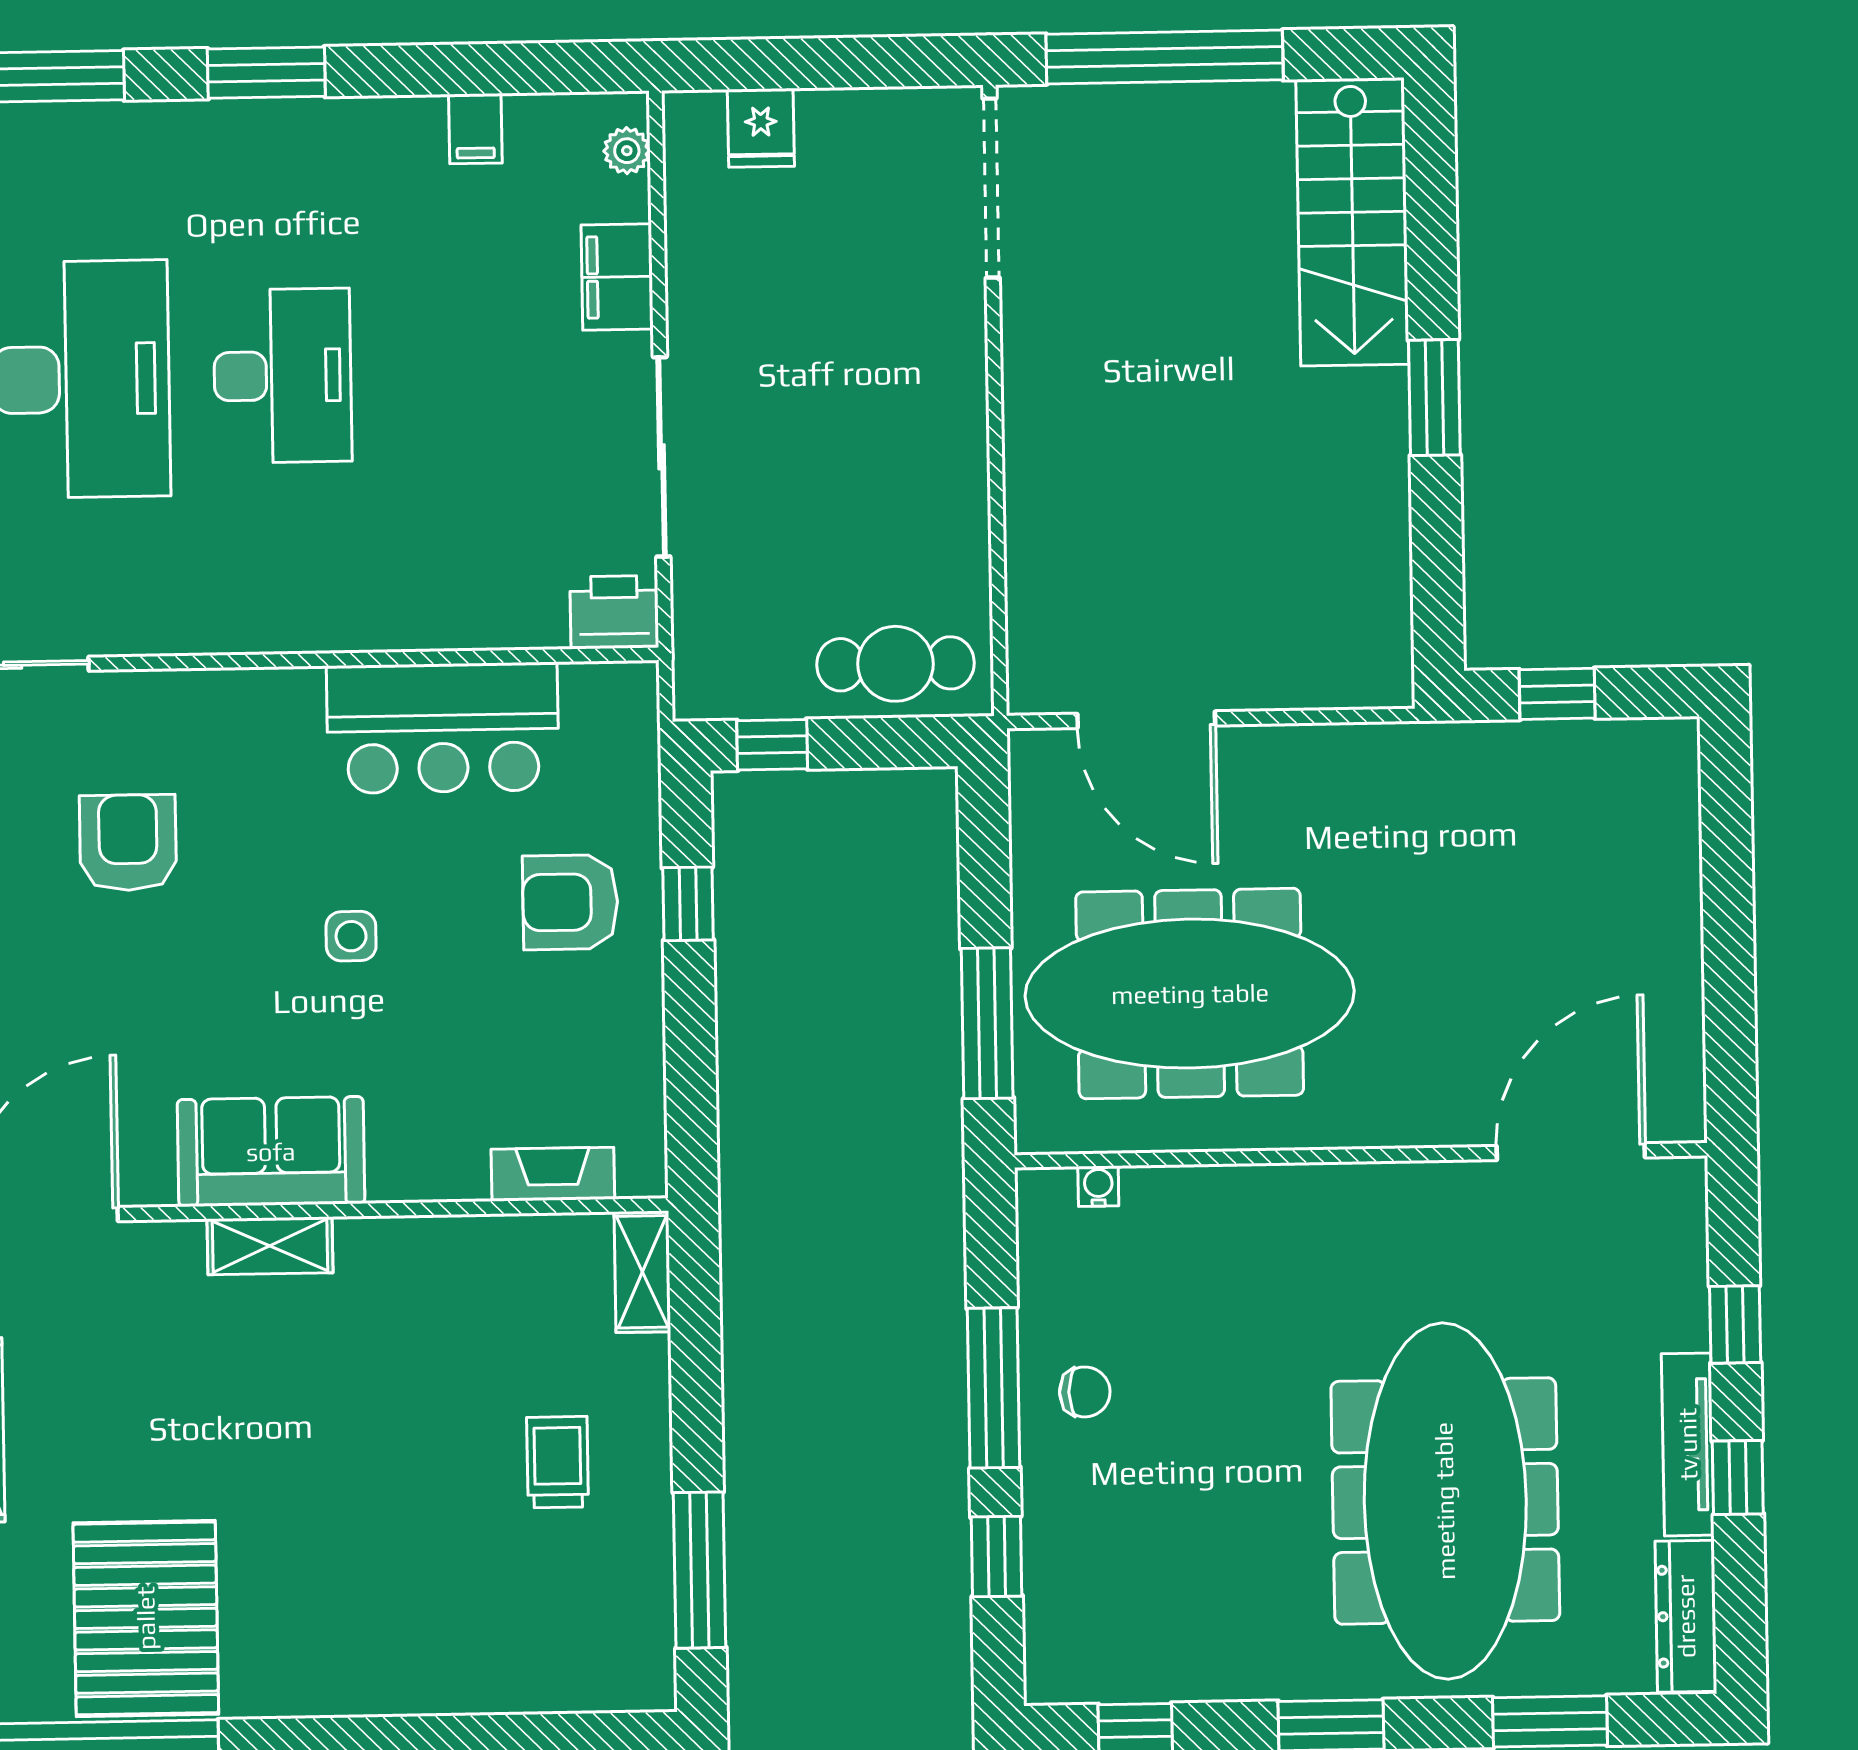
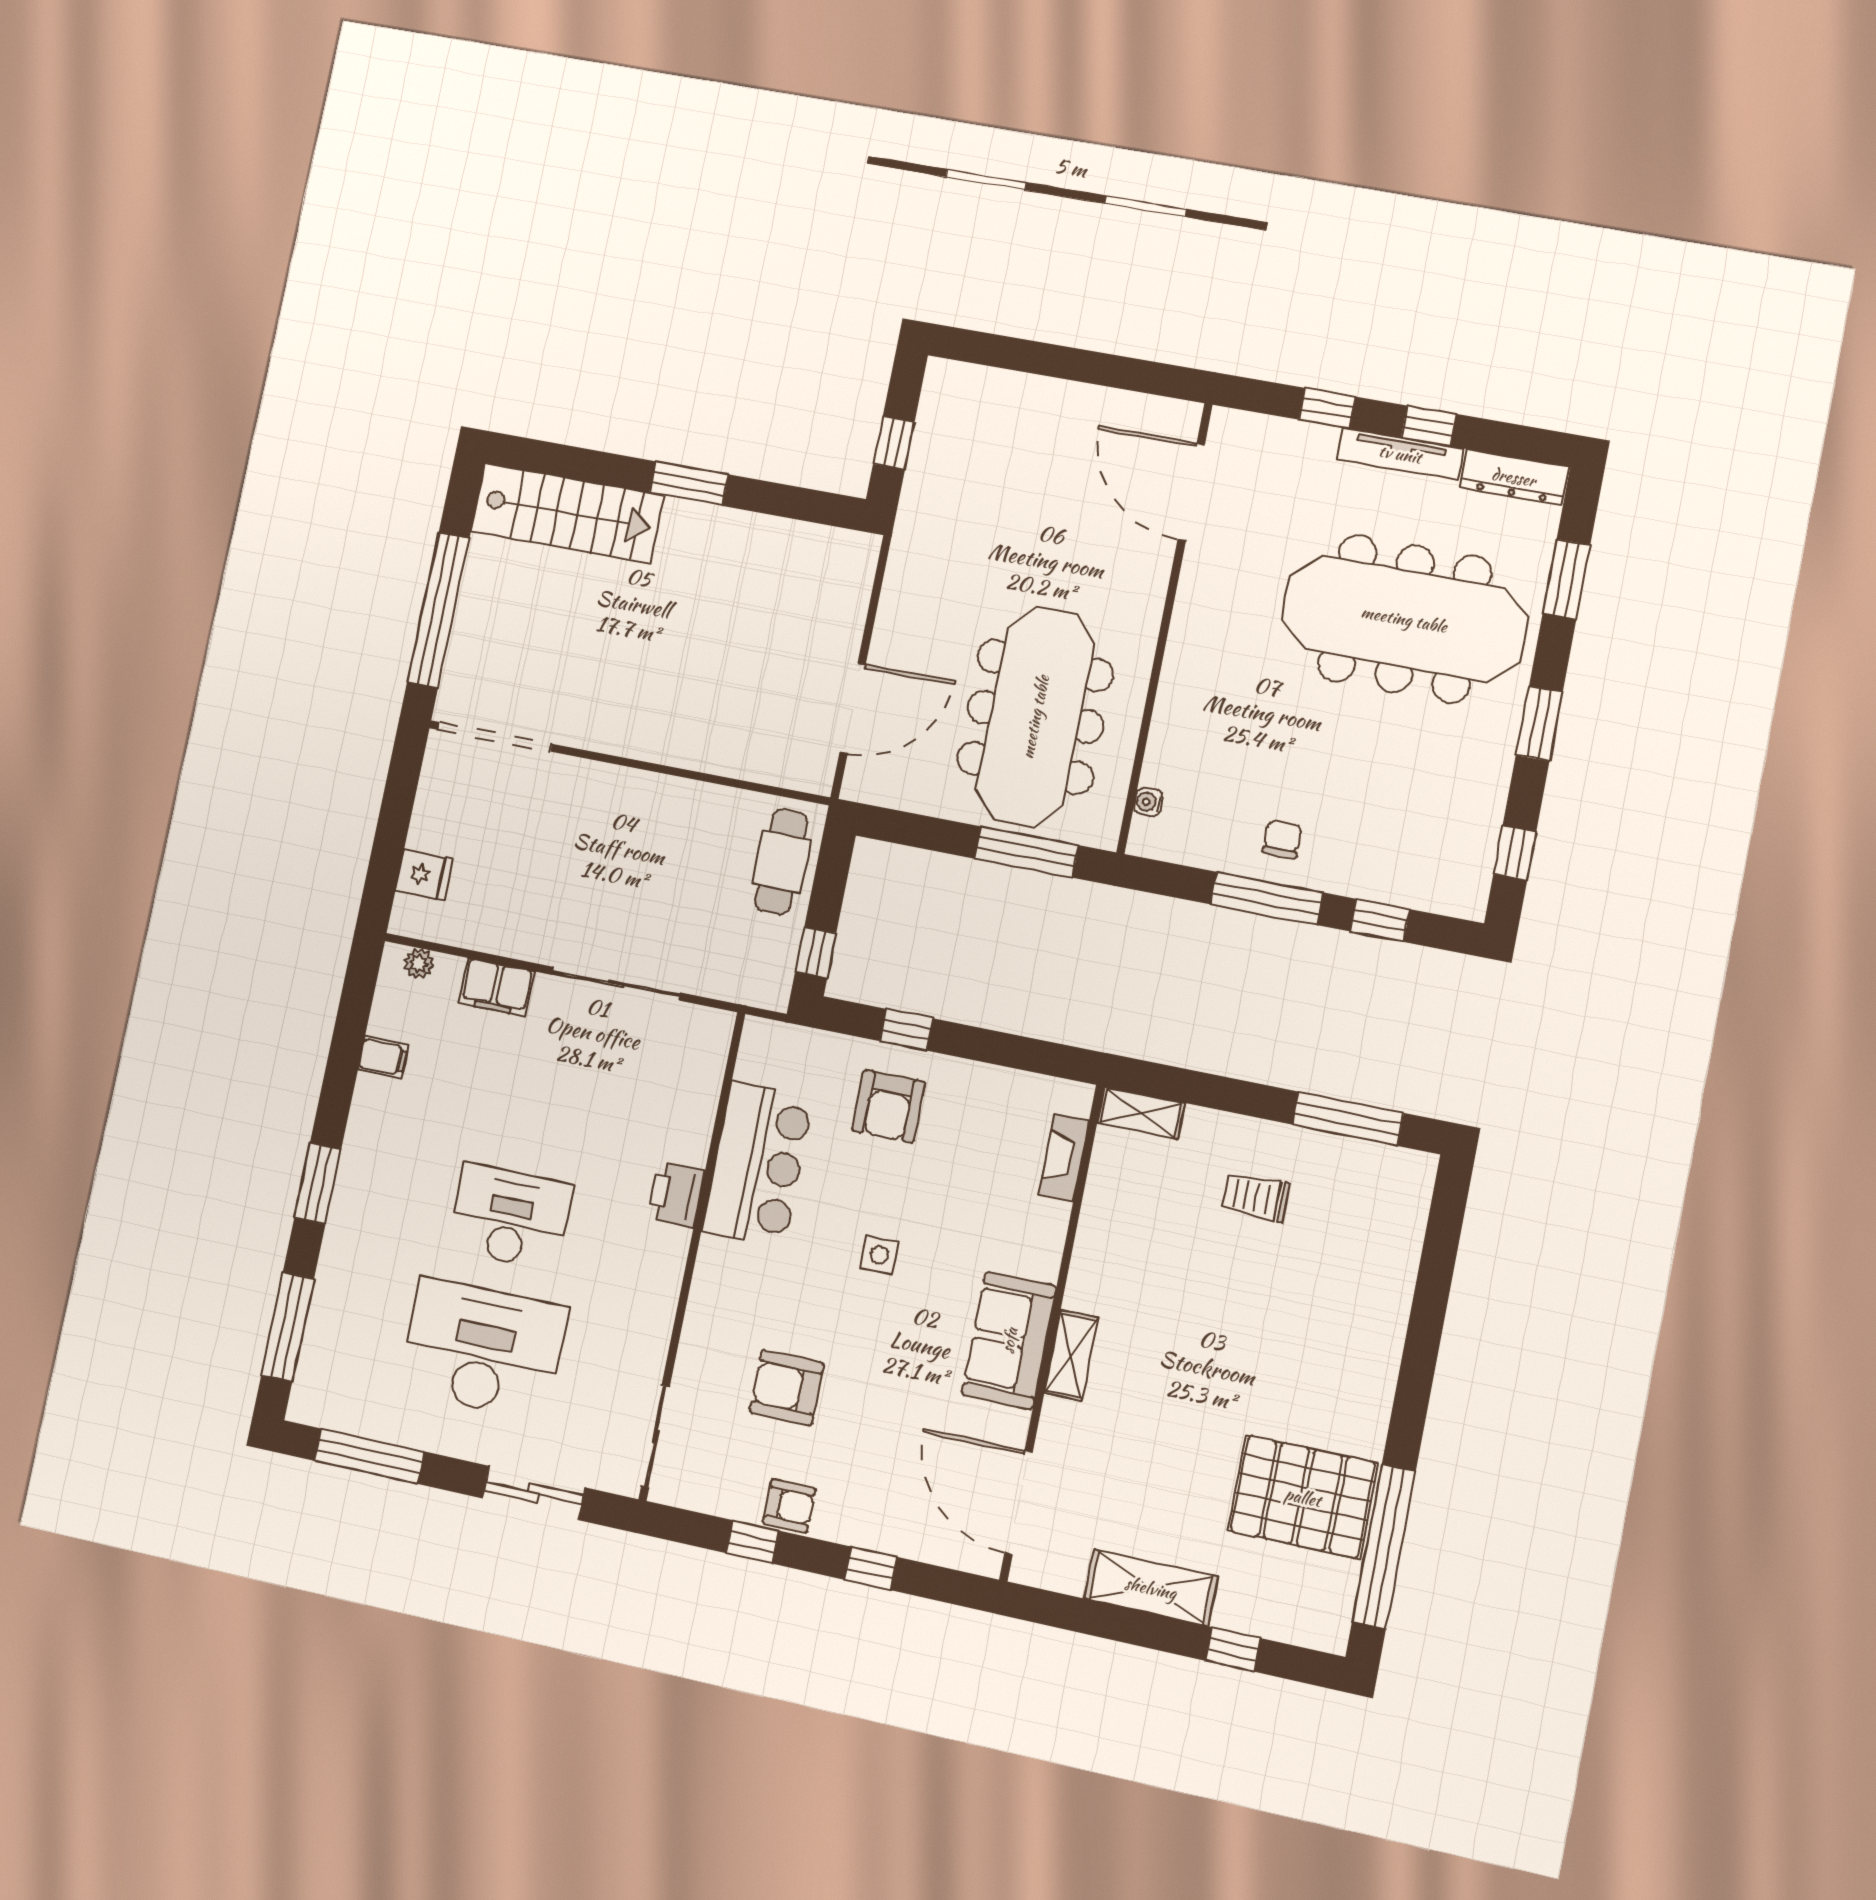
printer: (614, 612) -> (676, 1194), moved

